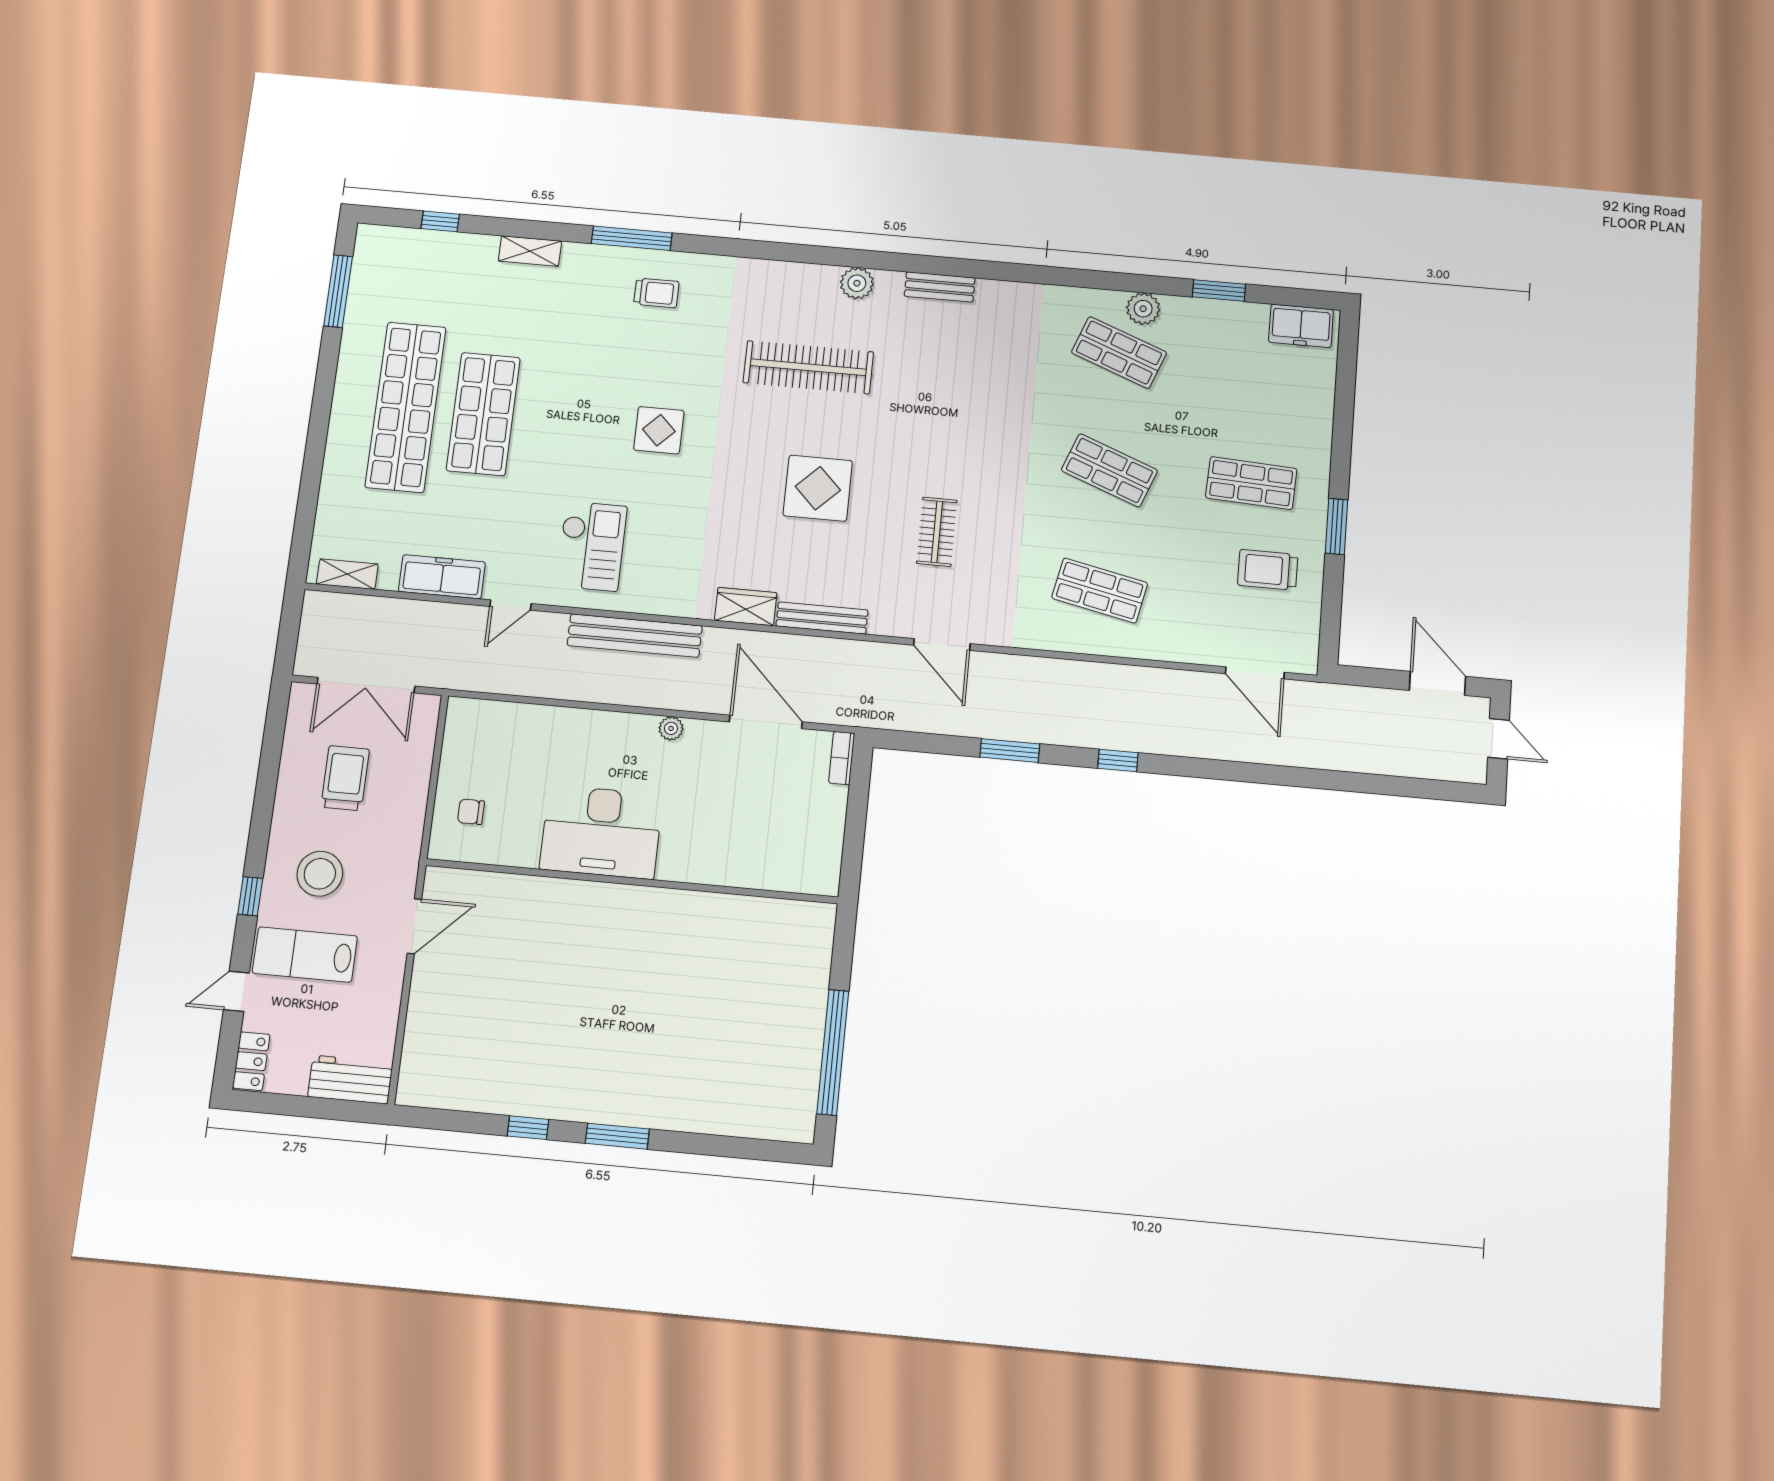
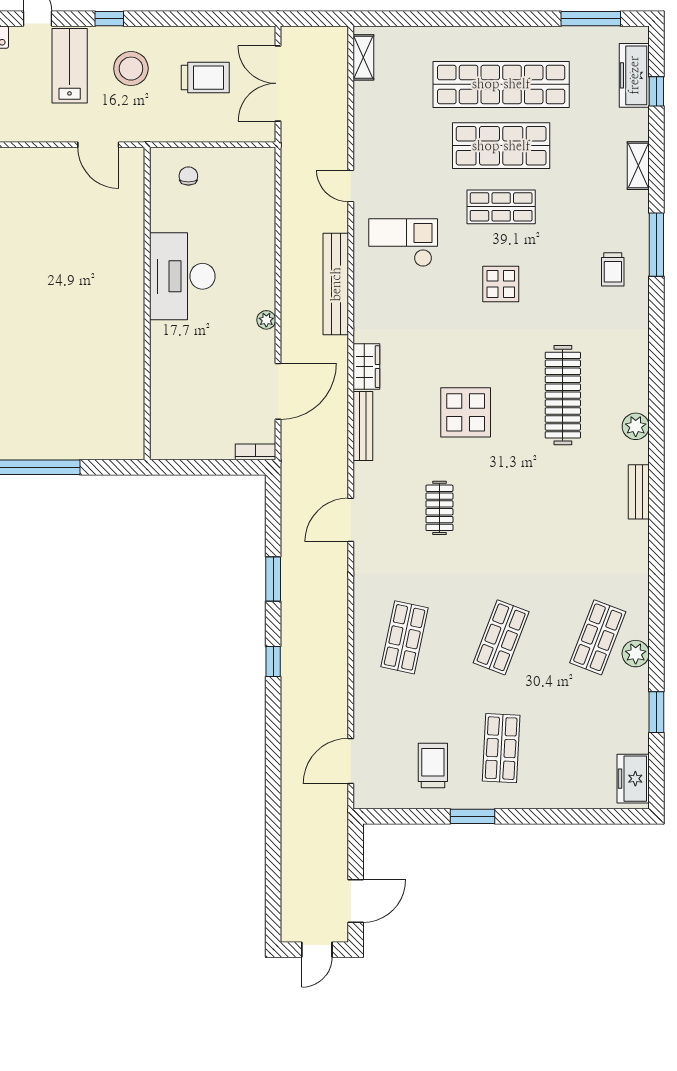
shop shelf: (561, 421) -> (501, 207), added
clothes rail: (937, 532) -> (439, 508), turned 90
checkout: (592, 546) -> (403, 243), turned 180
freezer: (442, 577) -> (634, 75), moved, turned 180

